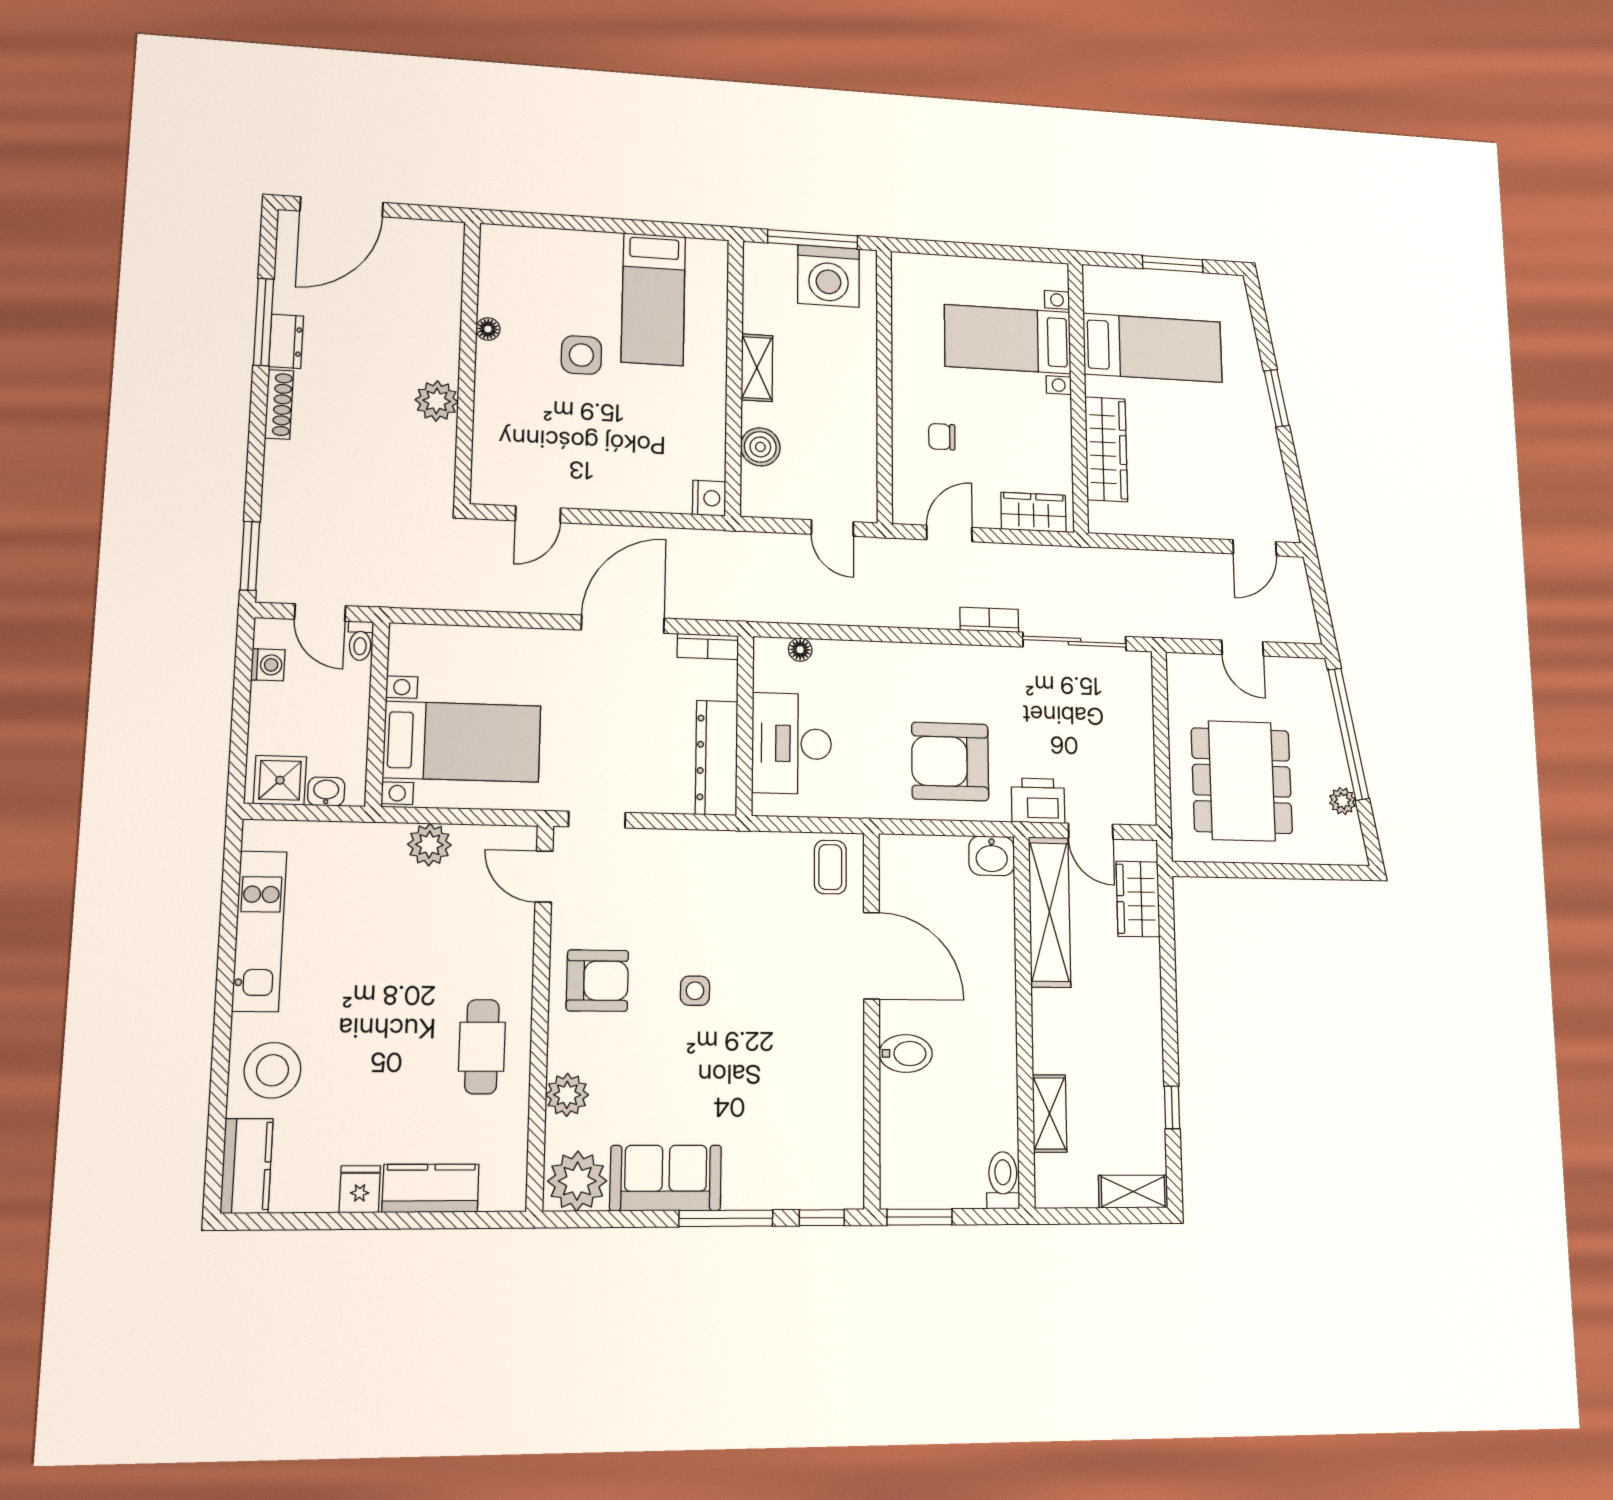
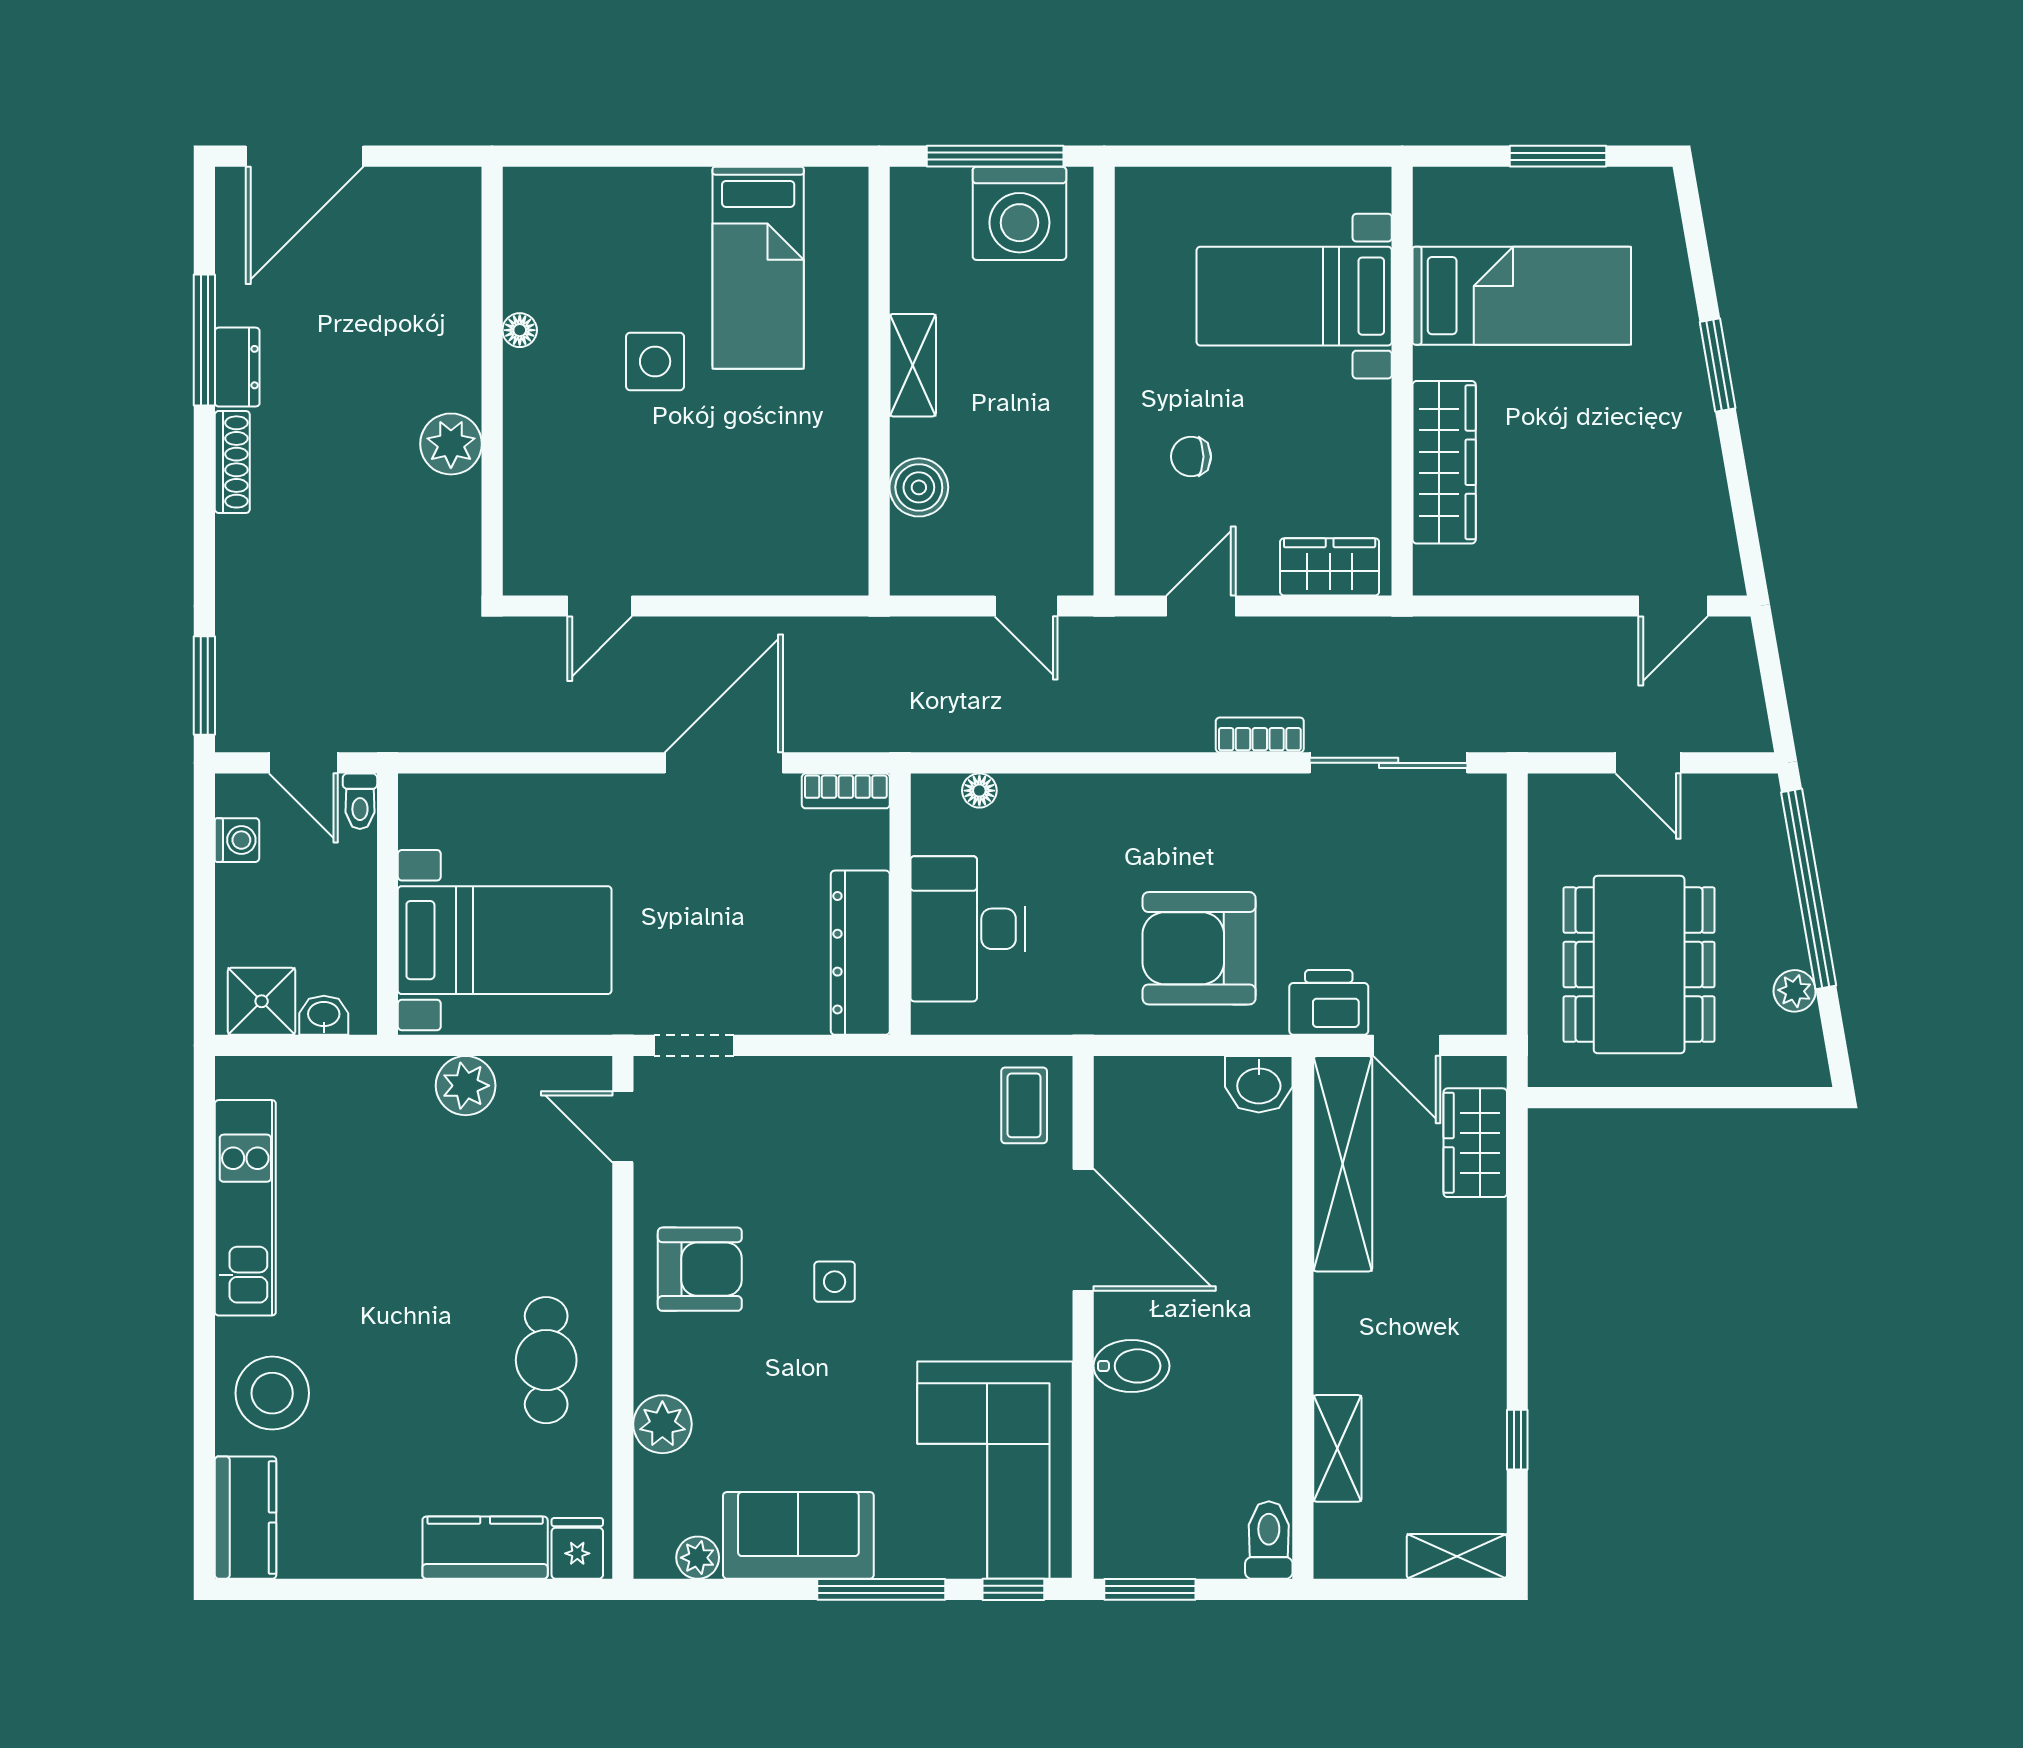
nightstand: (709, 498) -> (845, 569), removed
corner sofa: (809, 1129) -> (995, 1470), added
plant: (577, 1181) -> (698, 1558), width x0.53, depth x0.53
fridge: (360, 1189) -> (577, 1548), moved

